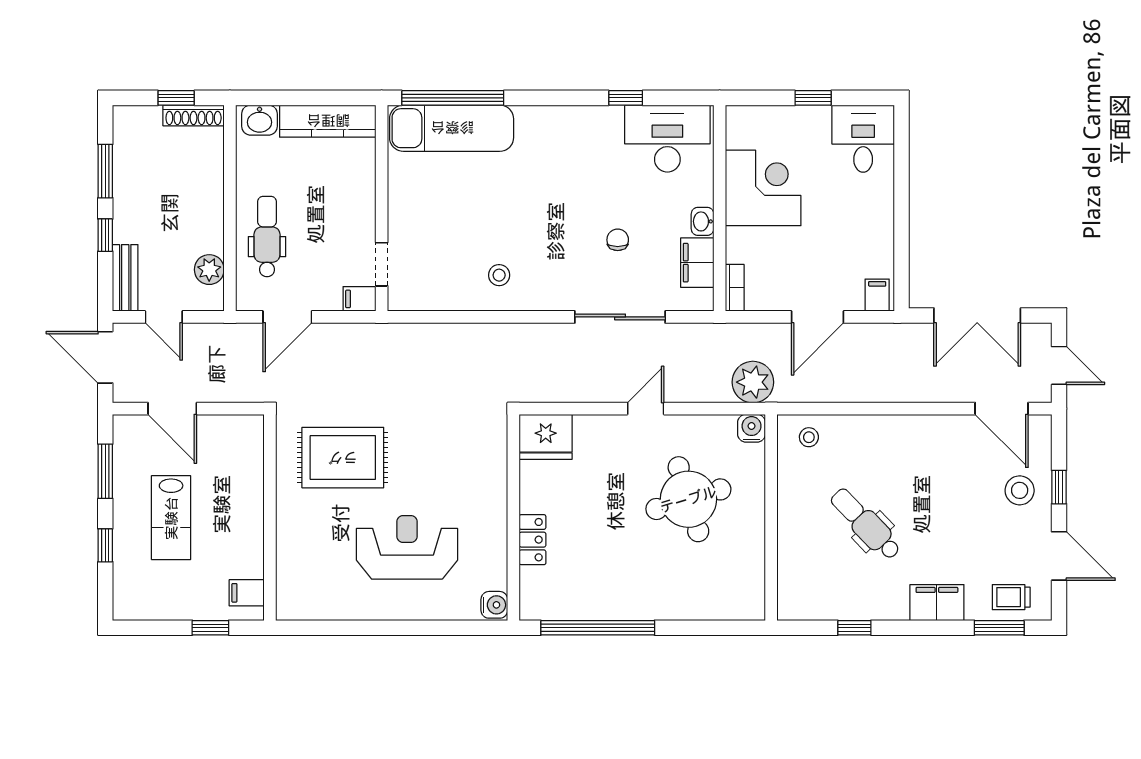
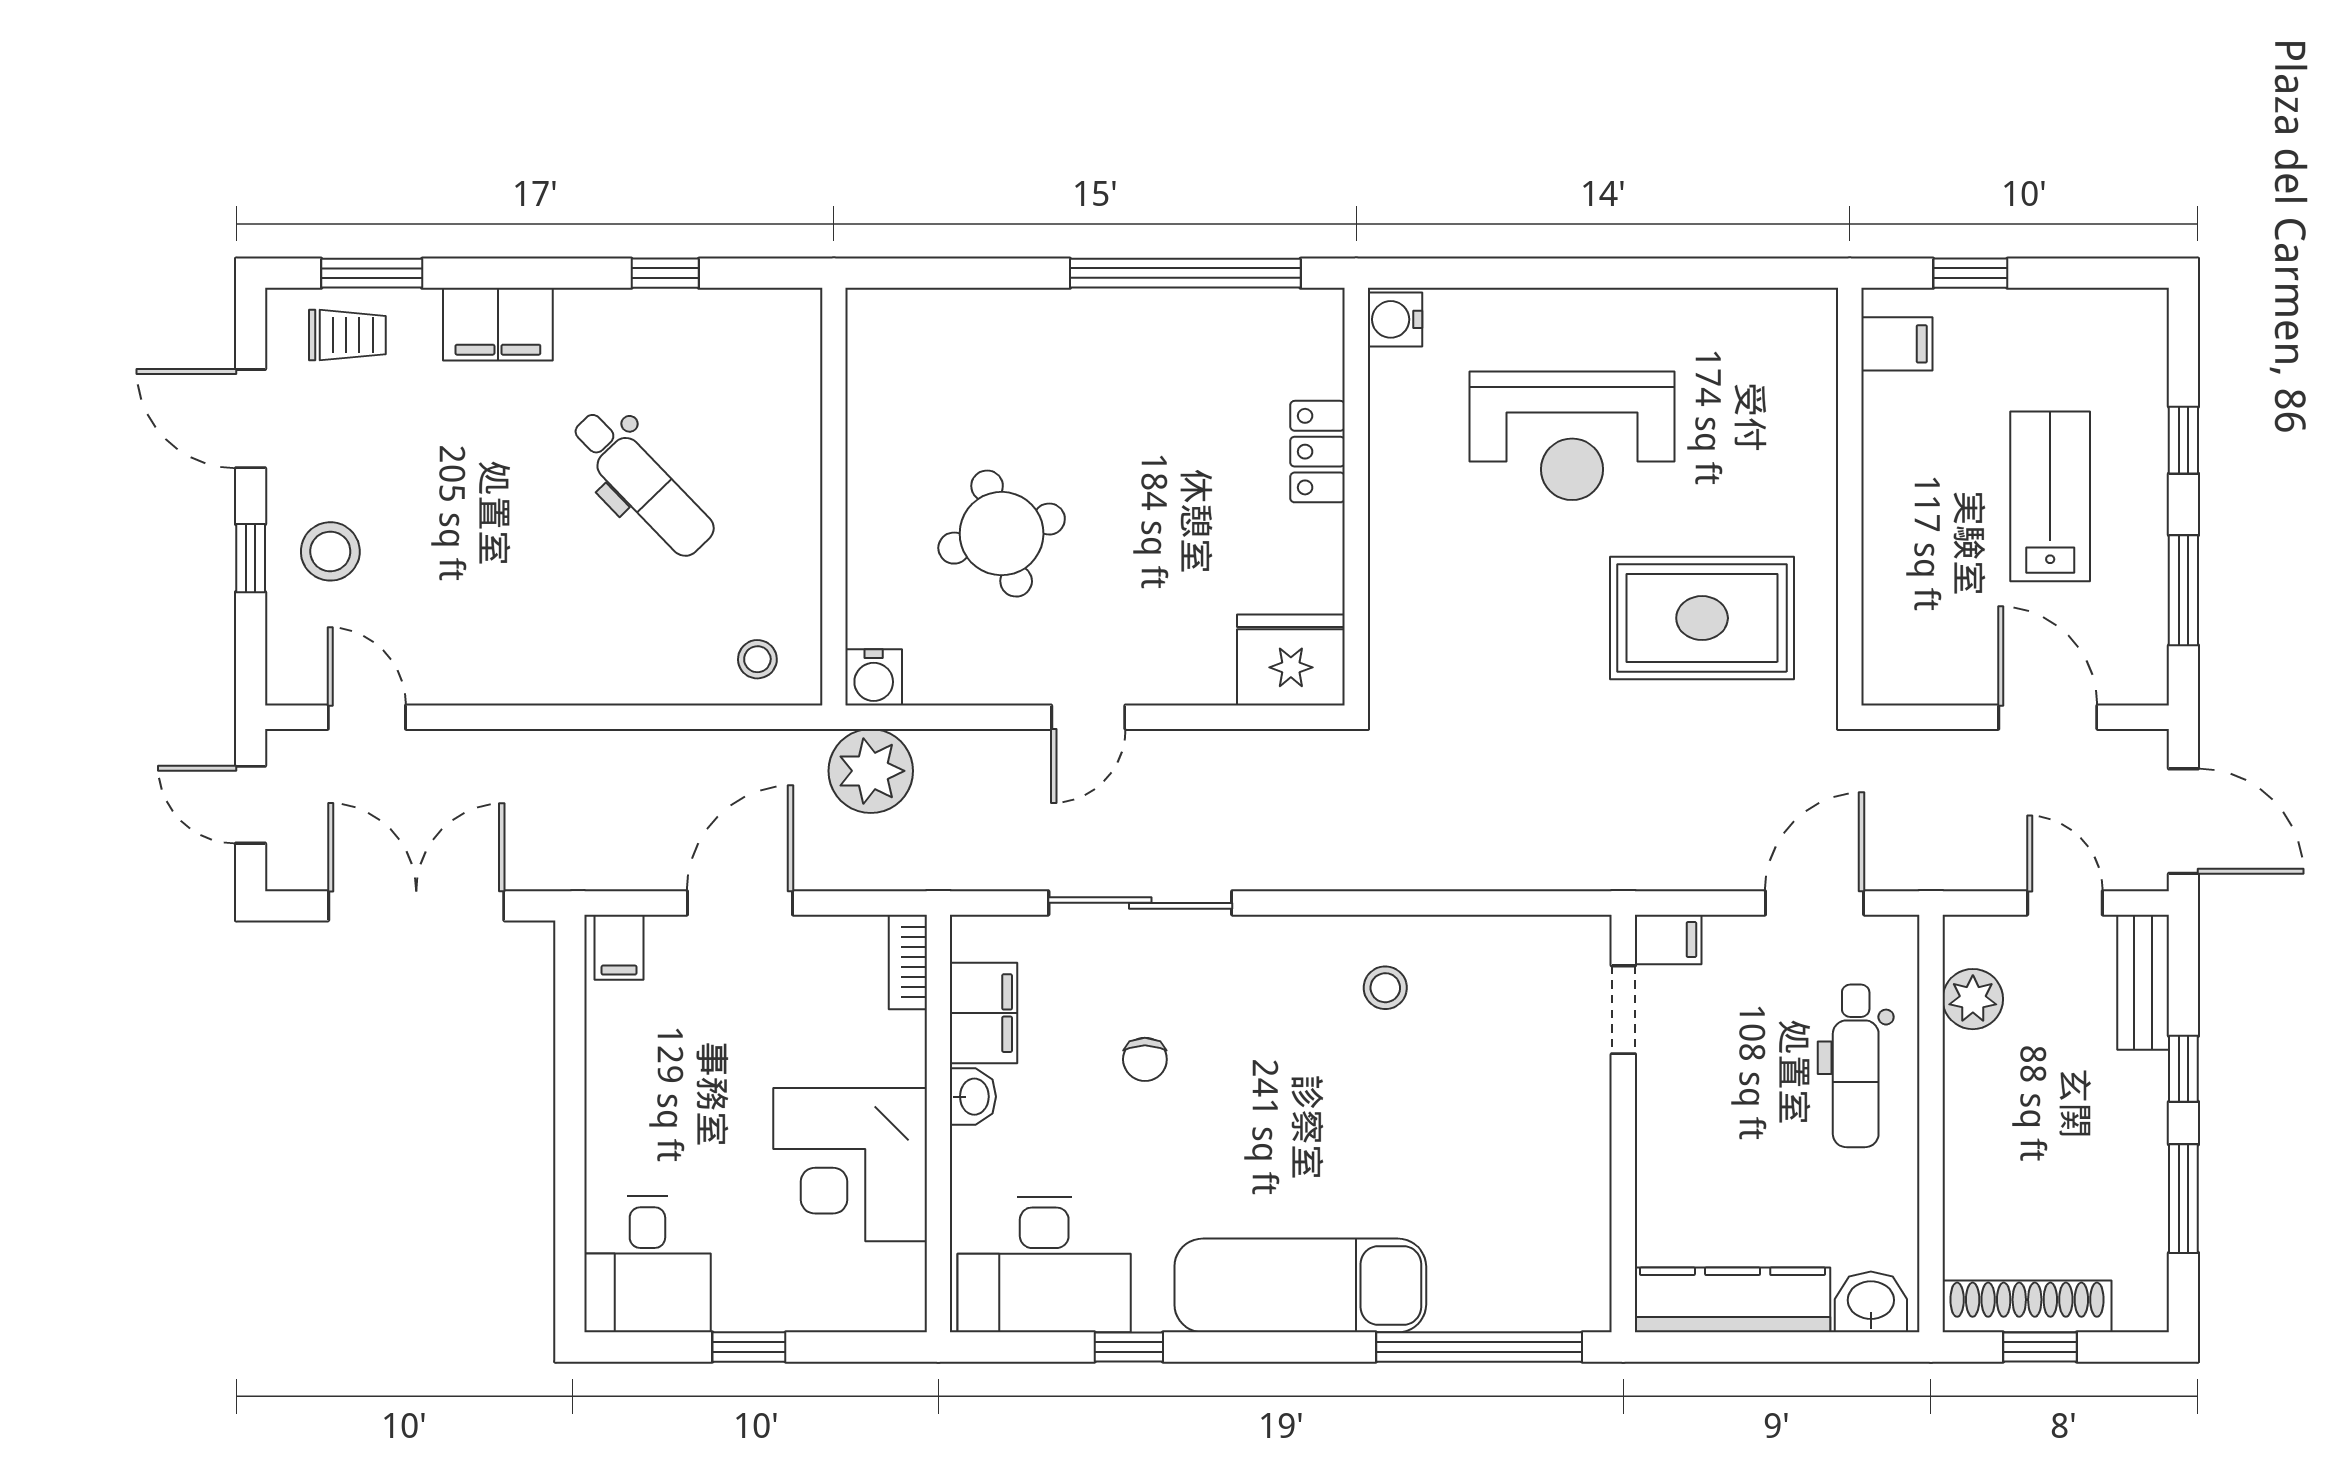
shoe rack: (194, 115) -> (2027, 1306), width x1.36, depth x1.24
exam couch: (452, 128) -> (1300, 1285), moved
door: (1002, 409) -> (367, 717), width x0.73
round table: (688, 499) -> (1002, 534), width x0.73, depth x0.73

